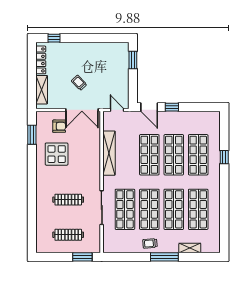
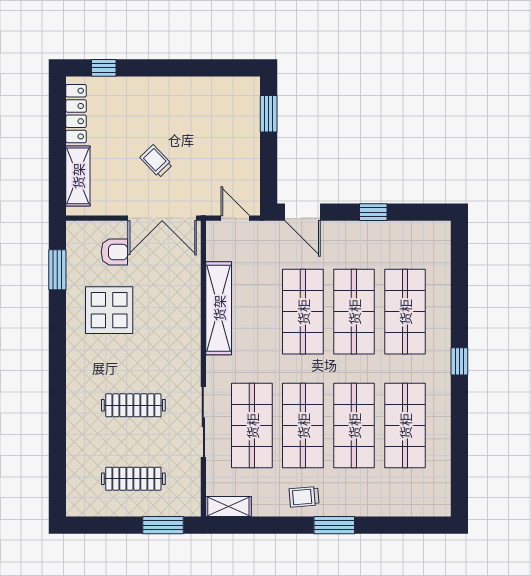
window: (172, 107) -> (373, 212), moved
window: (224, 157) -> (459, 361), moved
shelving: (190, 248) -> (228, 506), moved
window: (164, 257) -> (334, 525), width x0.69

